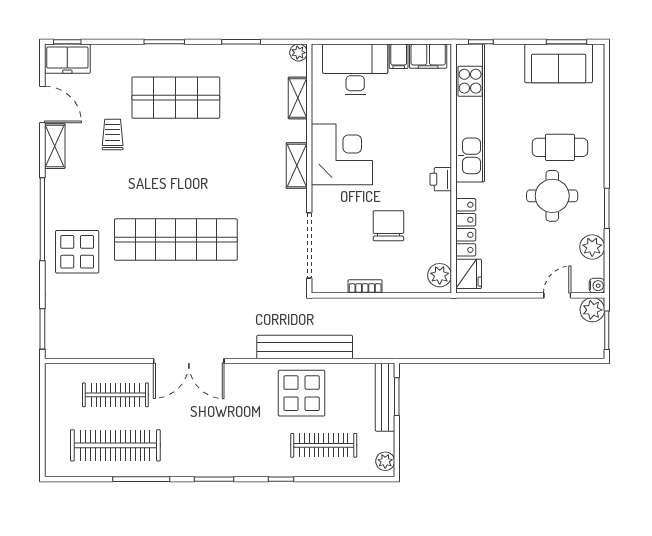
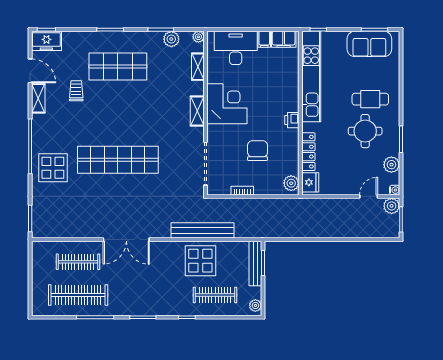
plant: (257, 56) -> (171, 39), added

